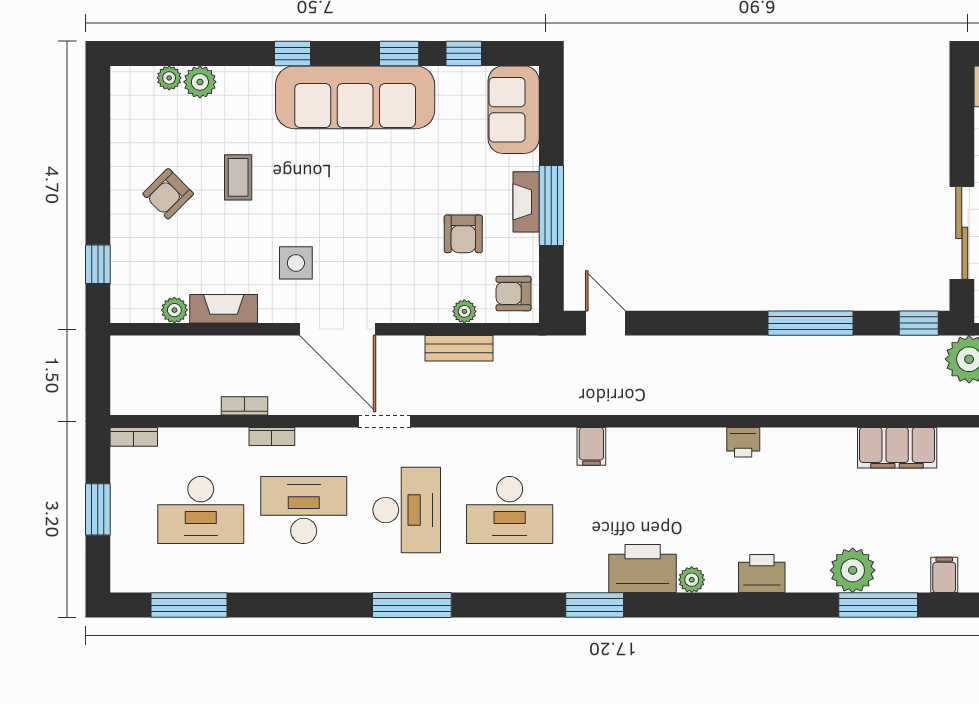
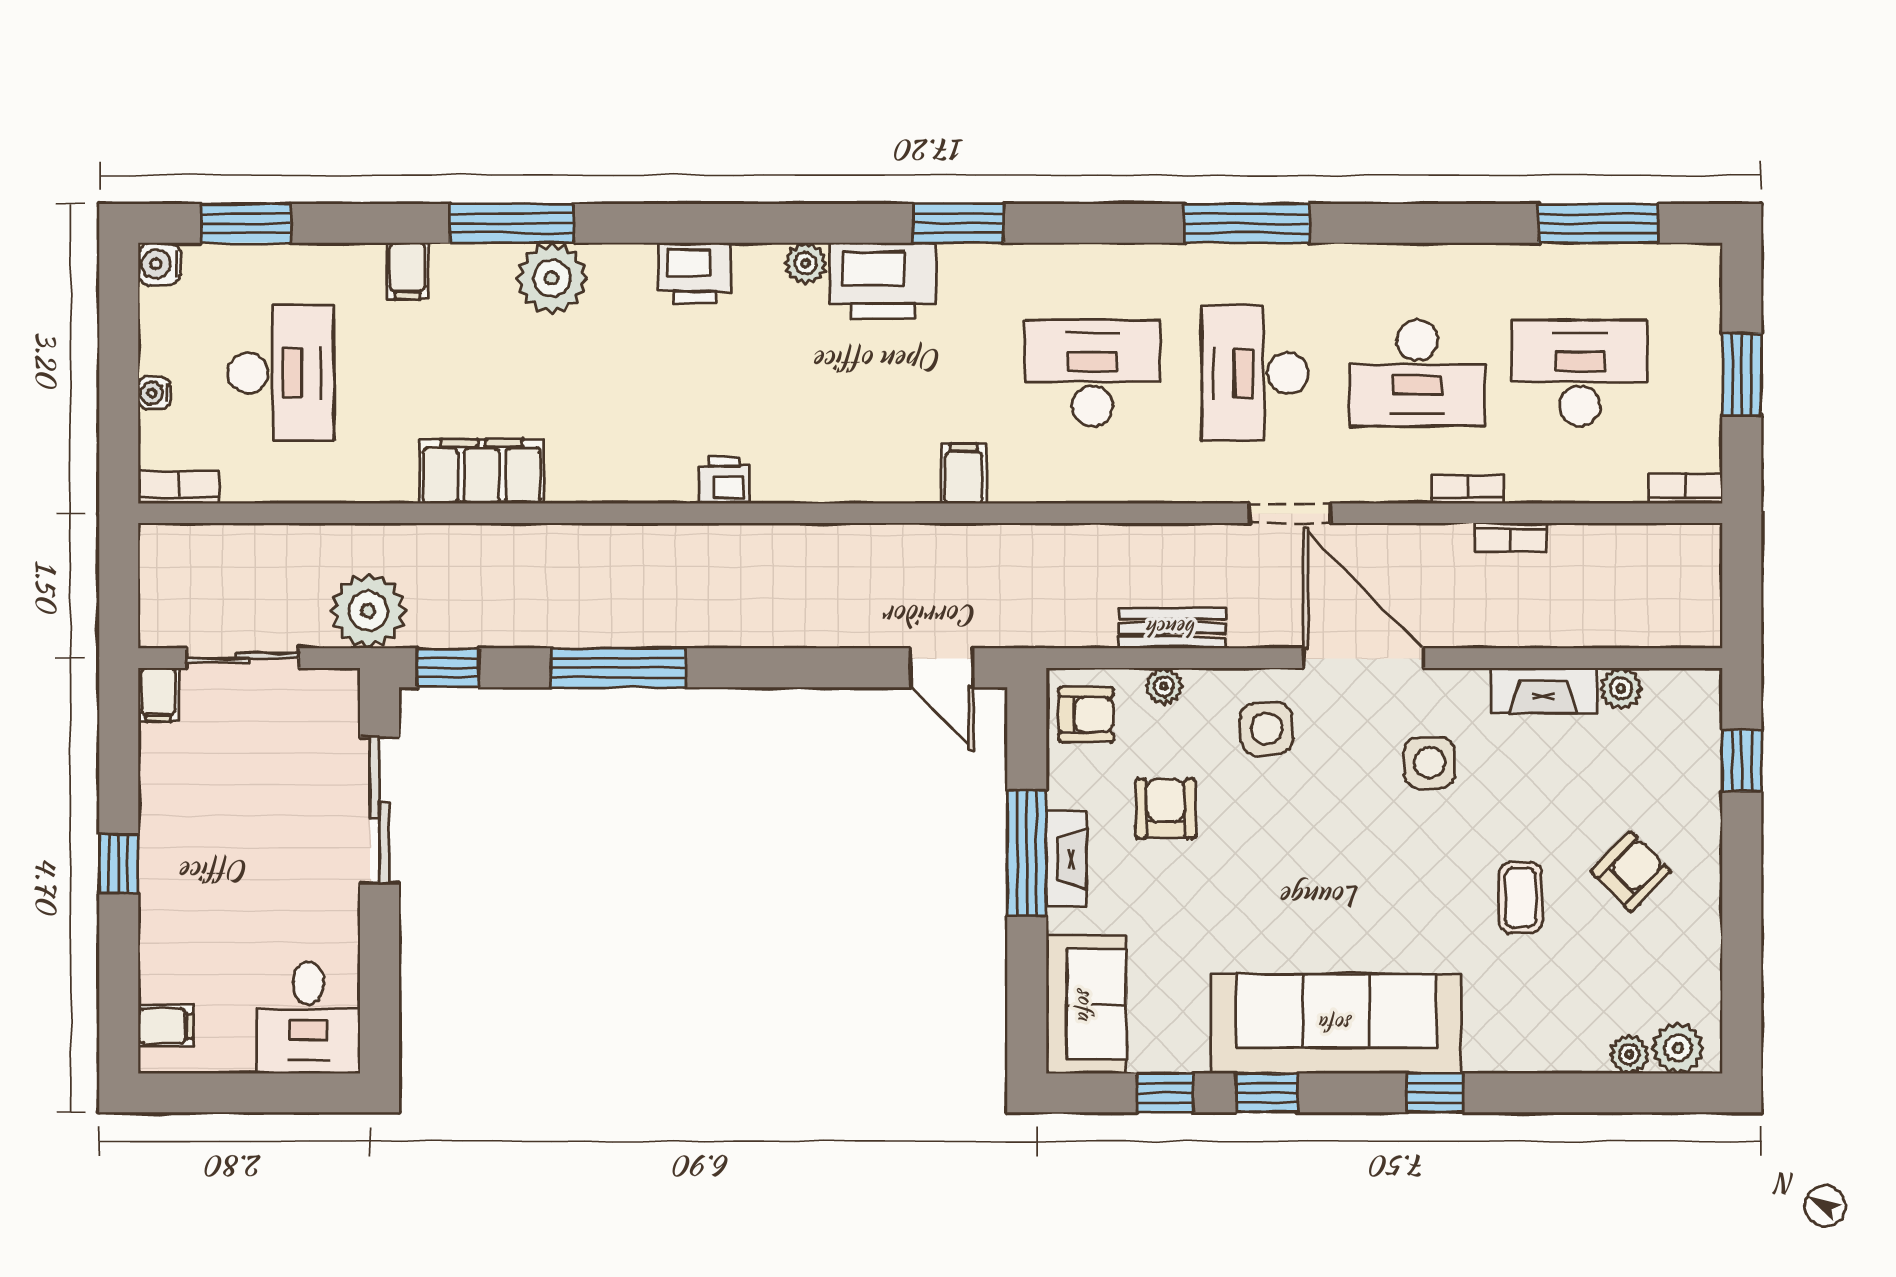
plant: (200, 82) -> (1678, 1048), moved
side table: (399, 285) -> (1266, 729), added

